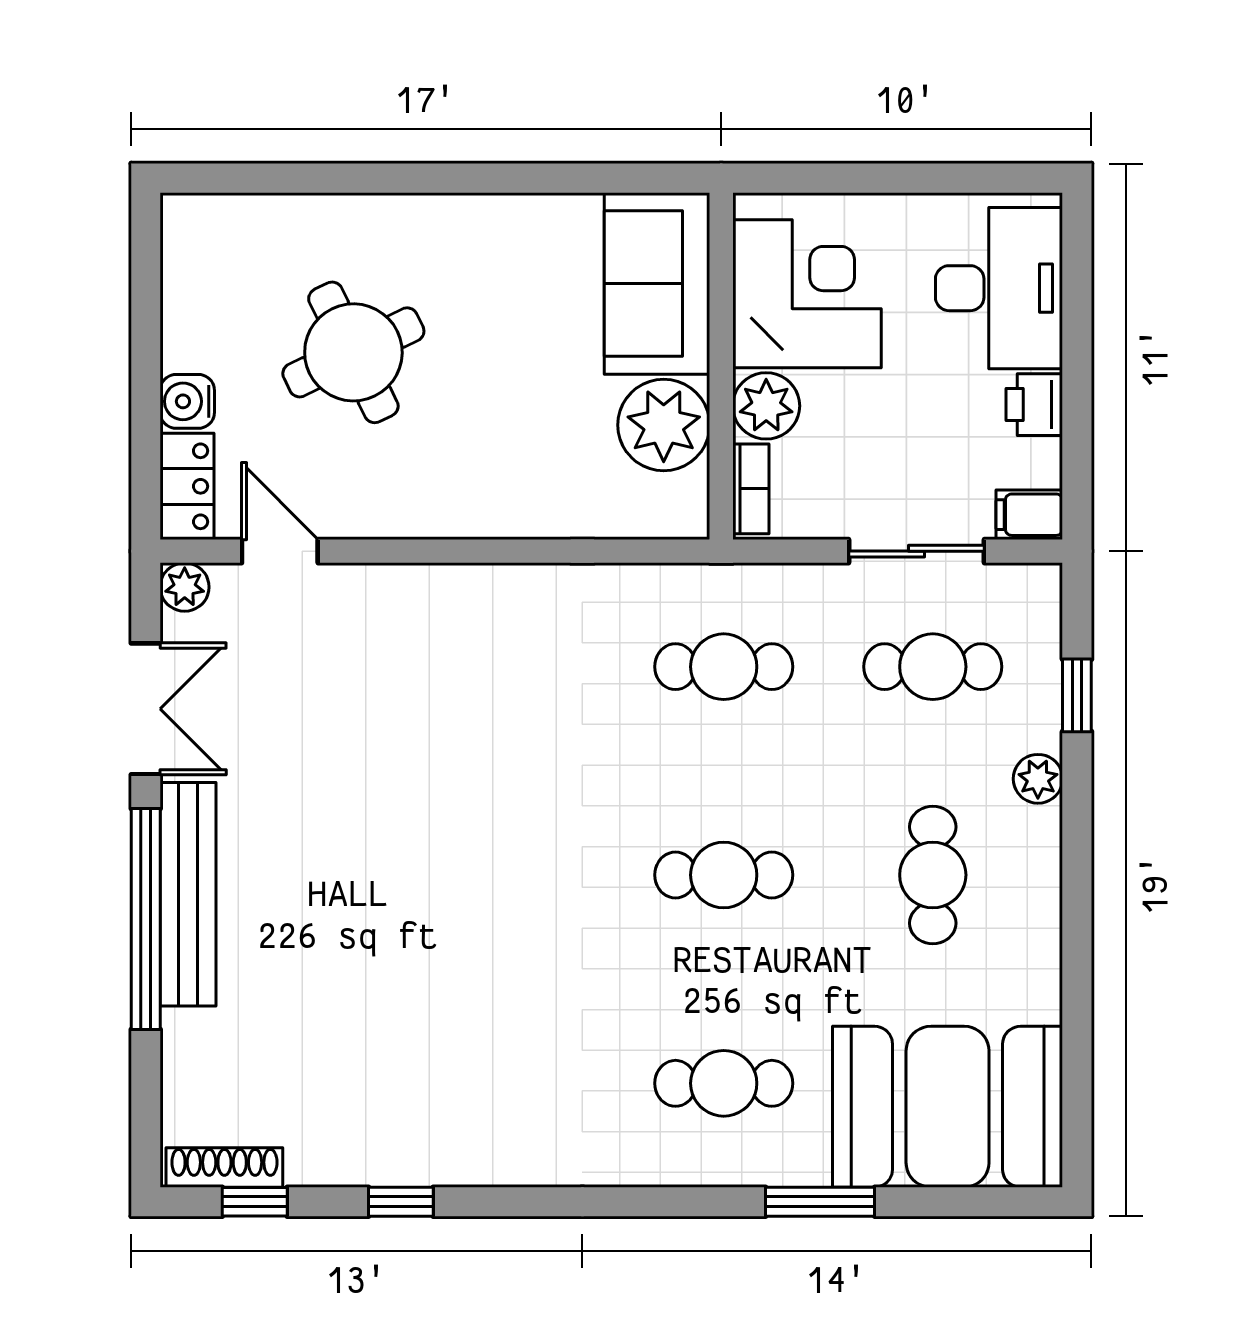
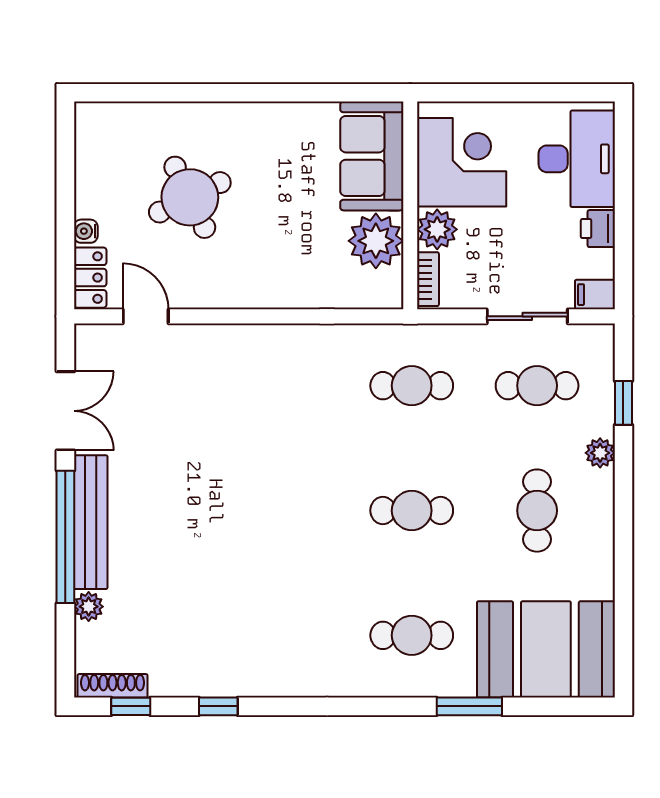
water cooler: (187, 401) -> (86, 231), width x0.72, depth x0.72
plant: (185, 587) -> (89, 607), moved

